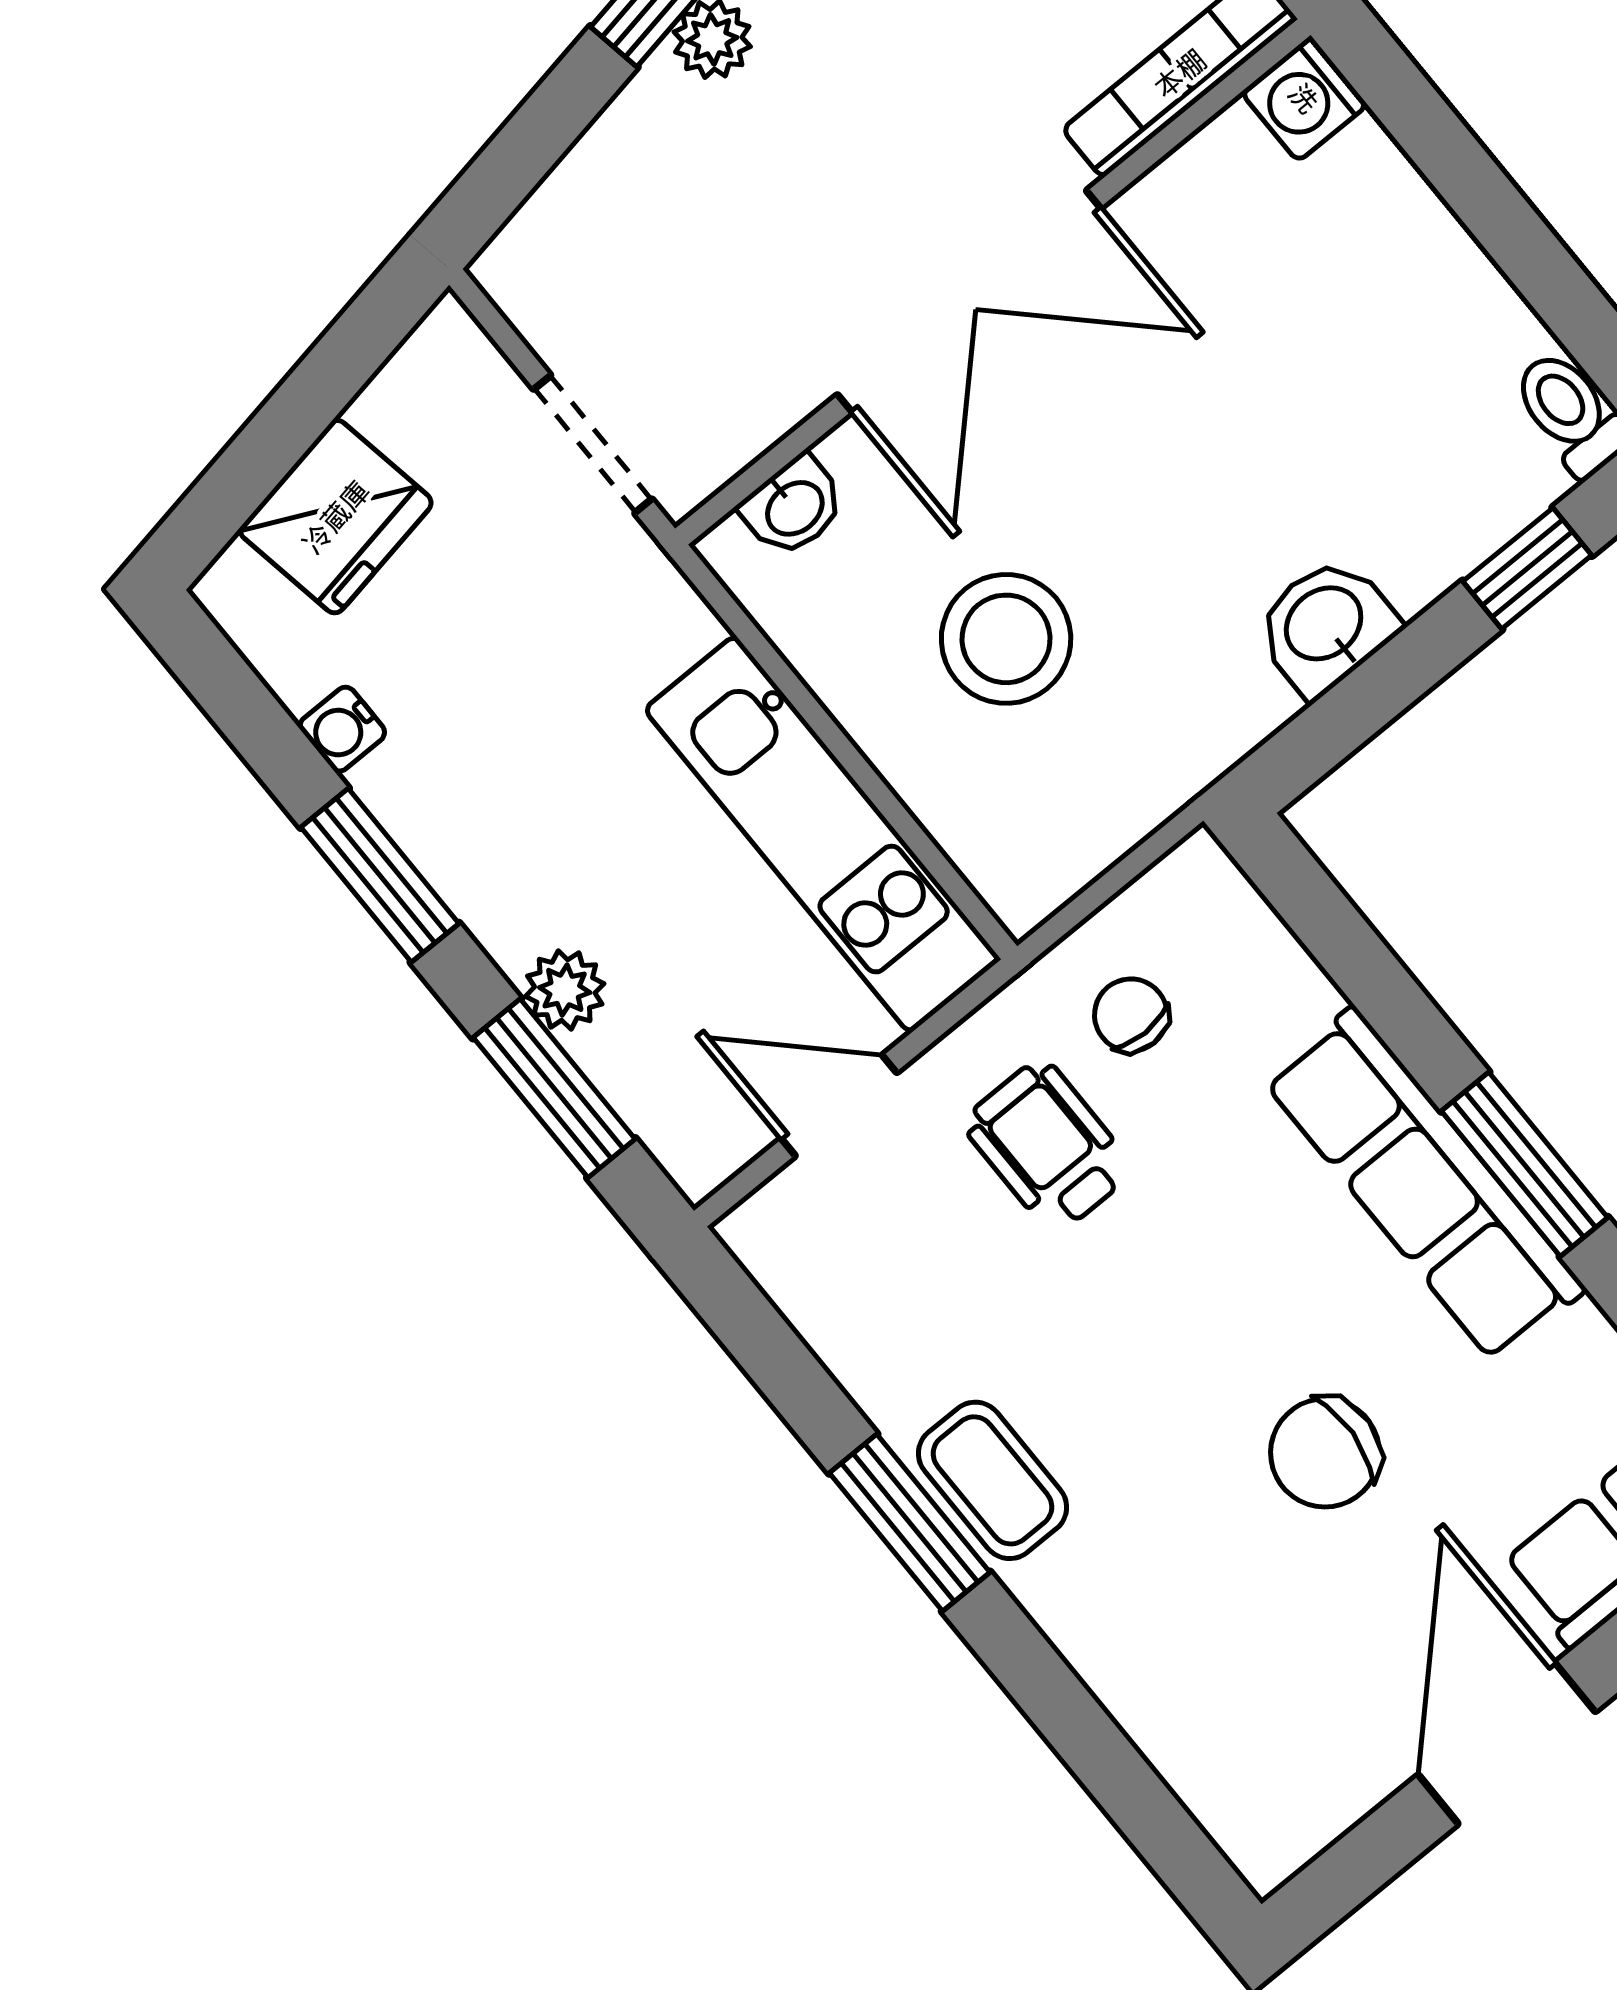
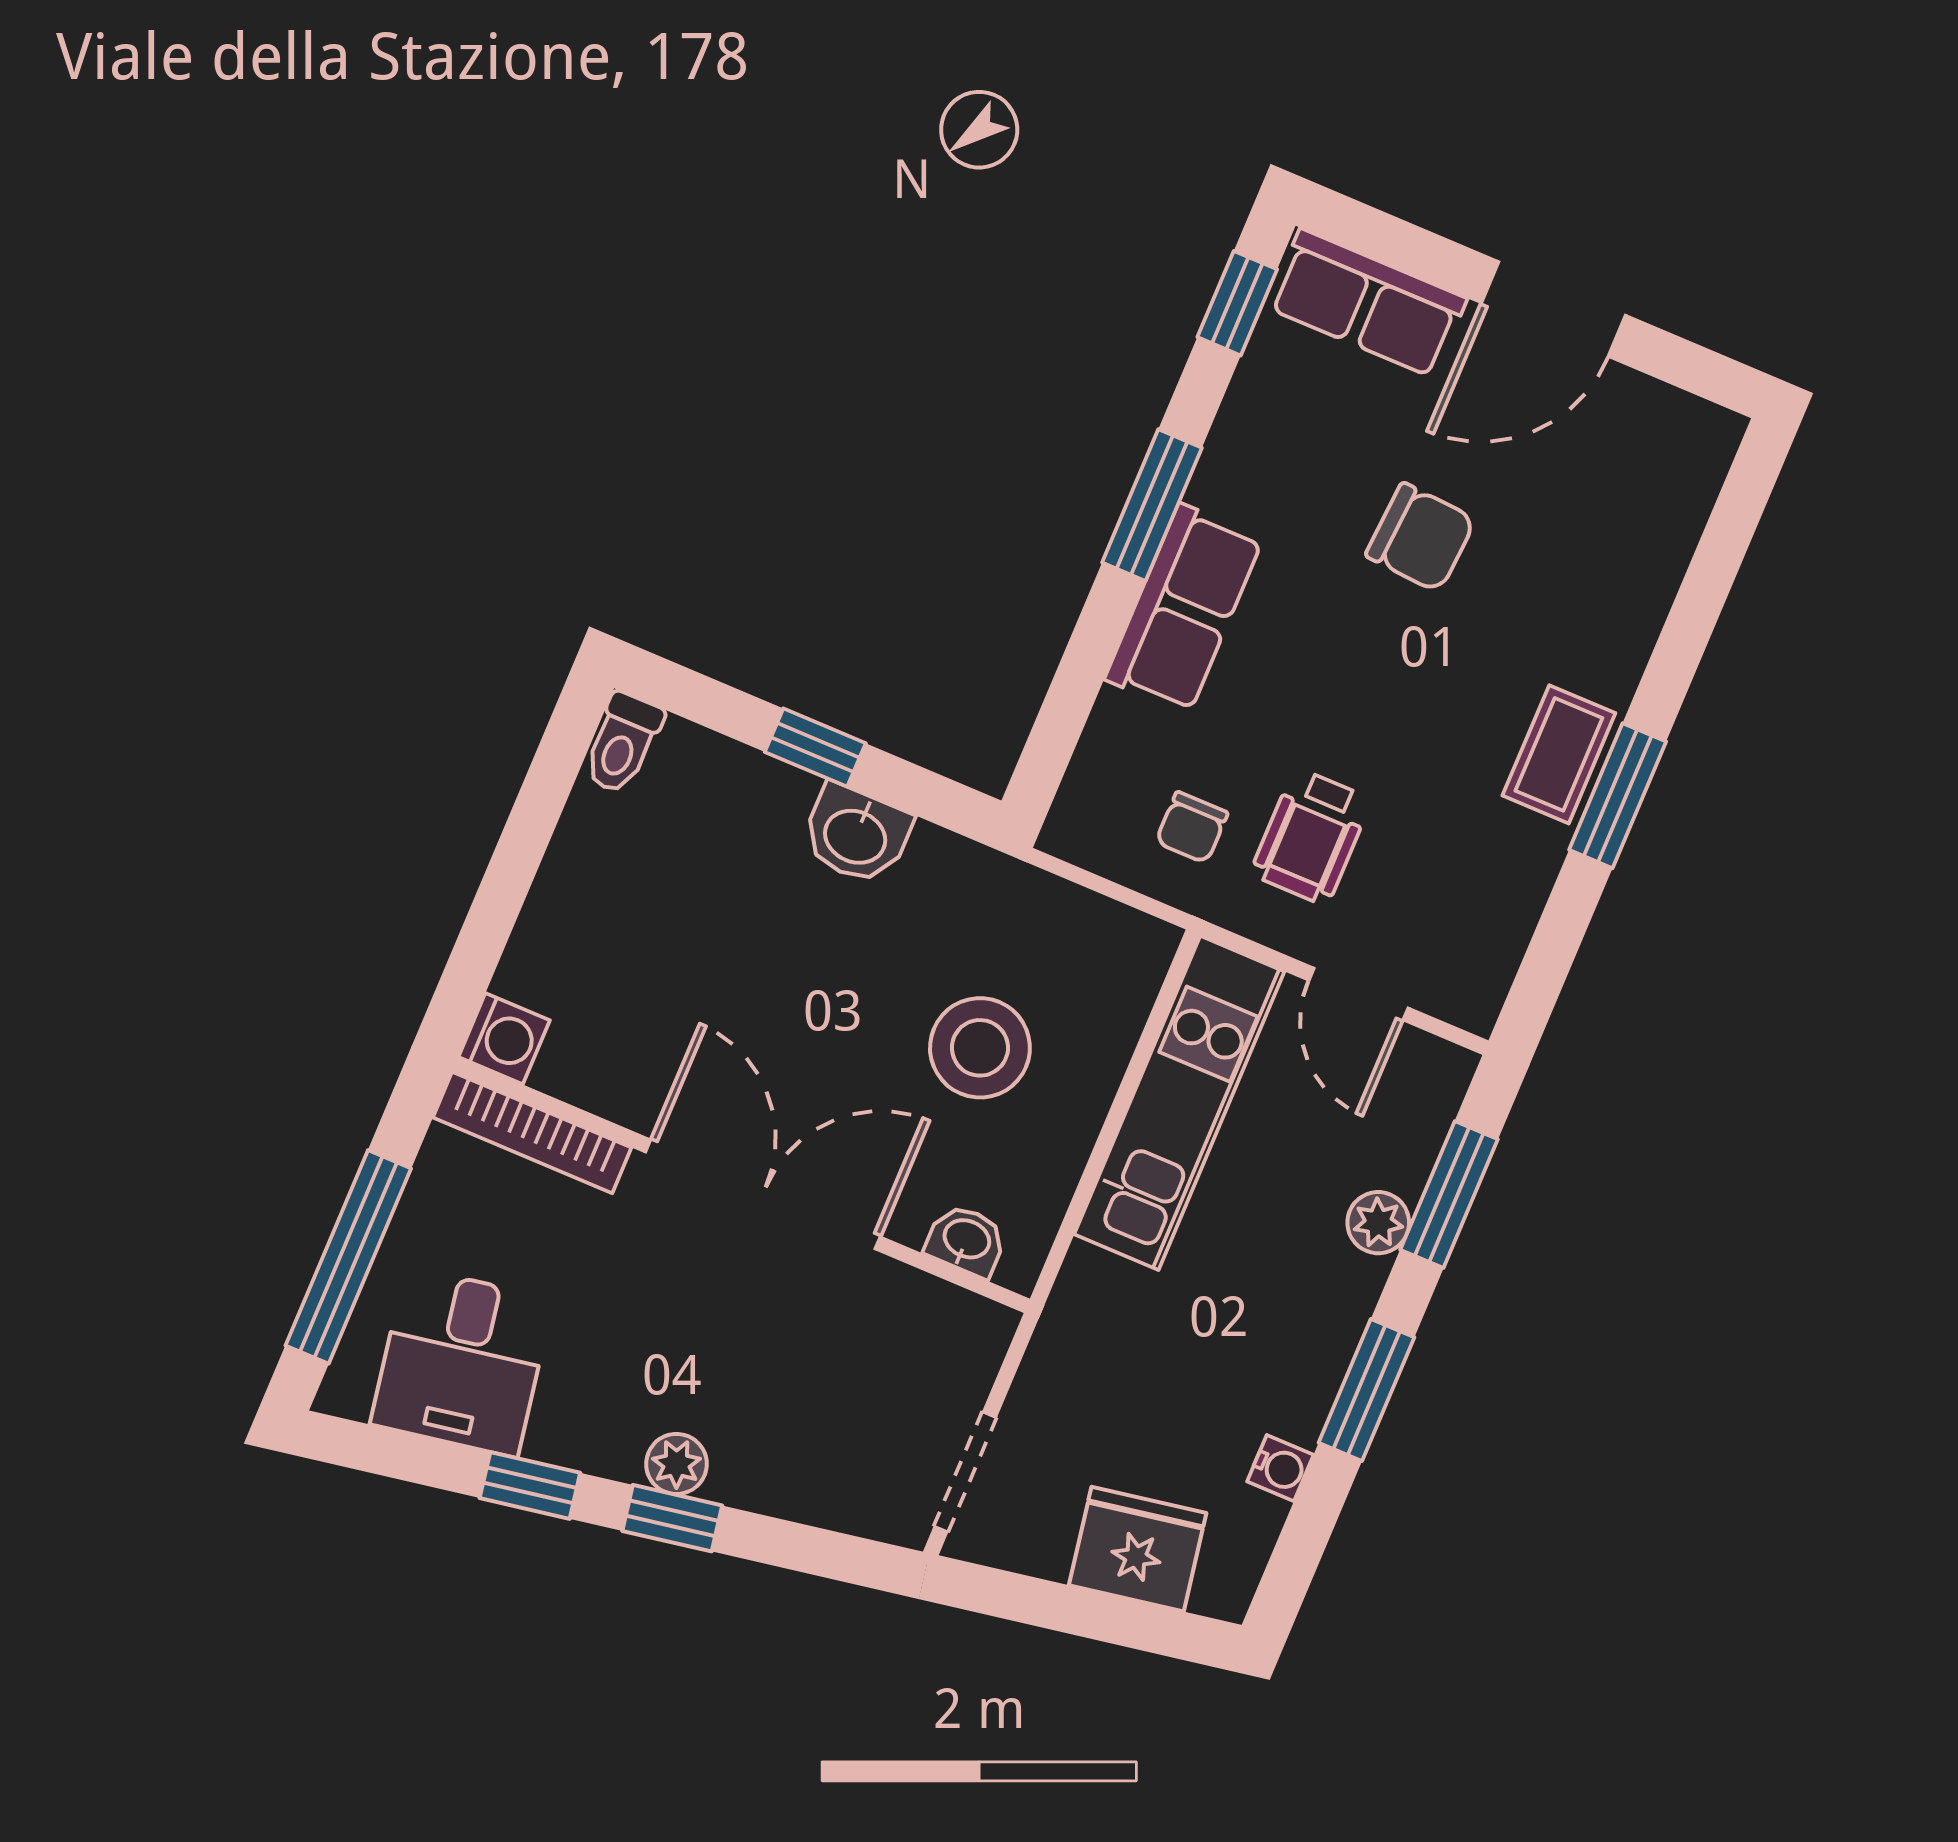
doorway: (593, 444) -> (965, 1472), moved
window: (1527, 568) -> (815, 748), moved
row of seats: (1424, 1185) -> (1184, 609), width x0.68

